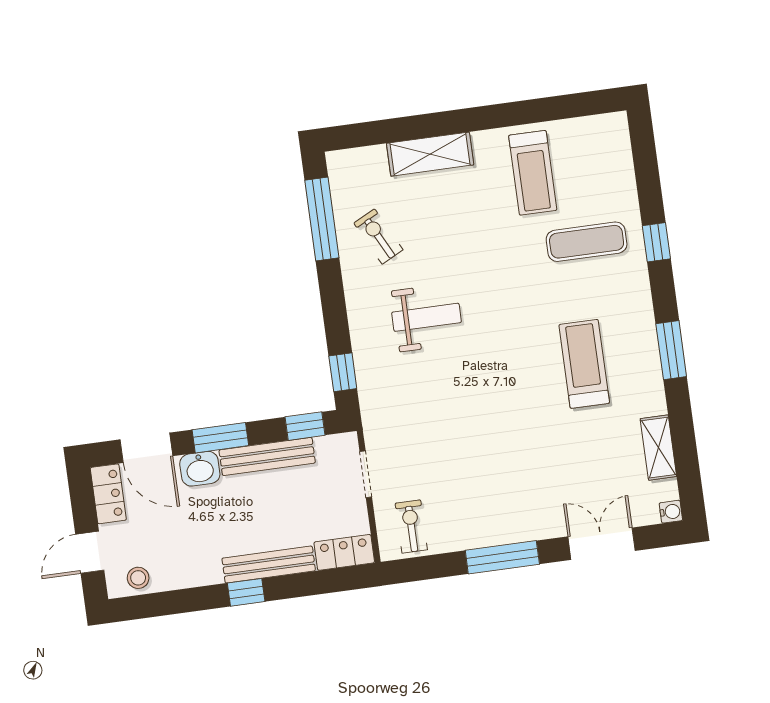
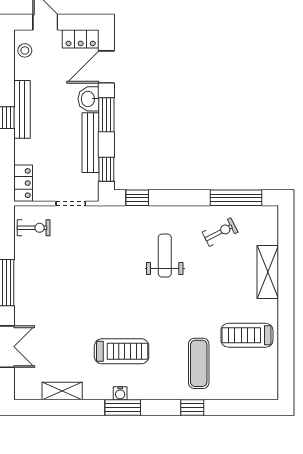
weight bench: (426, 317) -> (165, 256), turned 180
water cooler: (671, 512) -> (120, 393), moved
bench: (269, 564) -> (22, 109), moved

